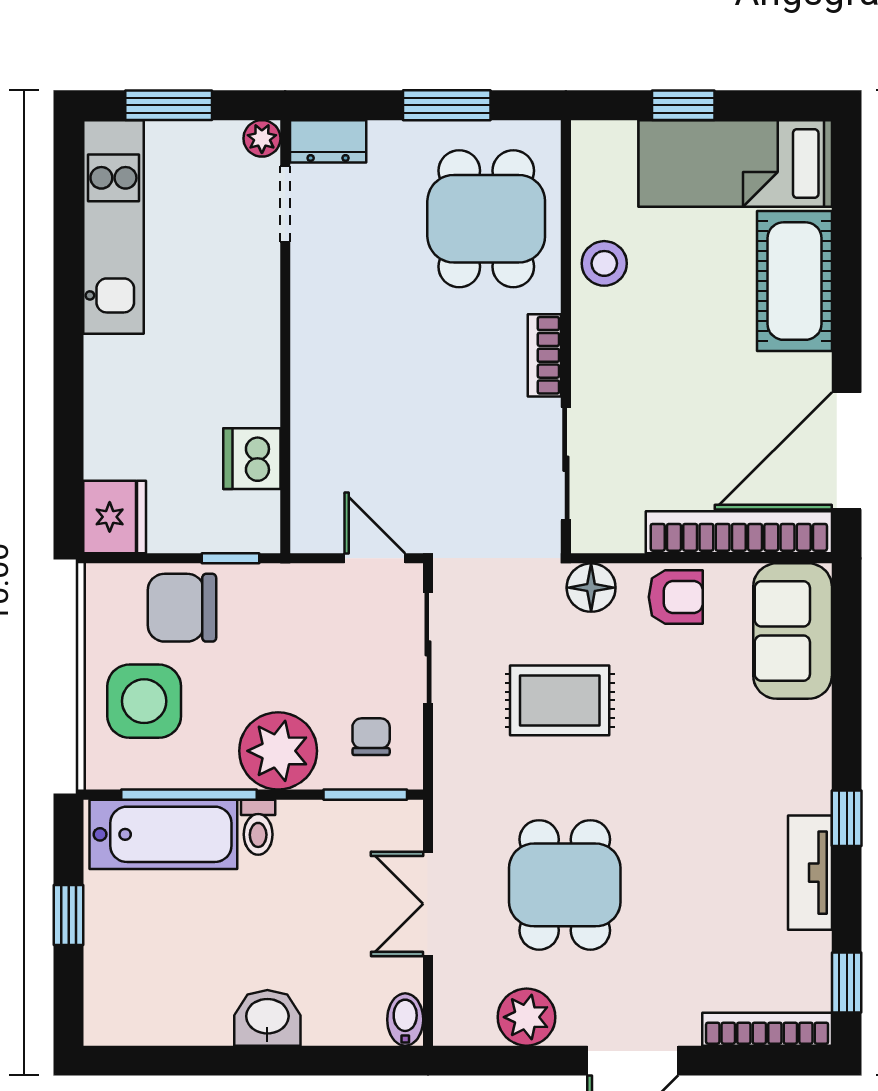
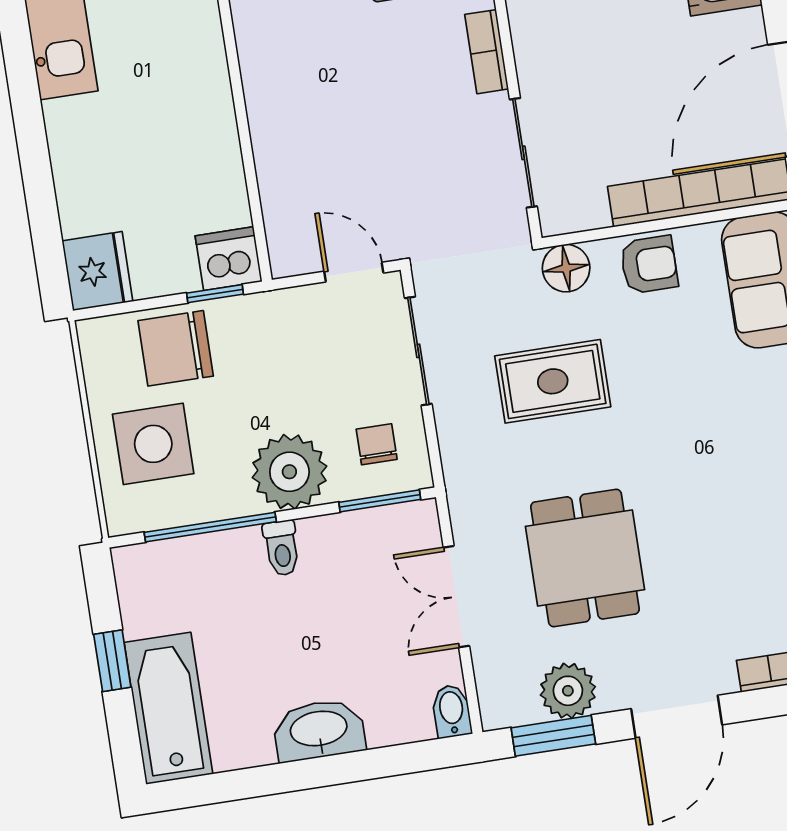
dishwasher: (252, 459) -> (229, 259), moved, turned 90
bathtub: (163, 834) -> (168, 708), moved, turned -90
washbasin: (267, 1018) -> (319, 730), width x1.38
window: (505, 1061) -> (553, 736), added

